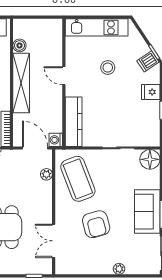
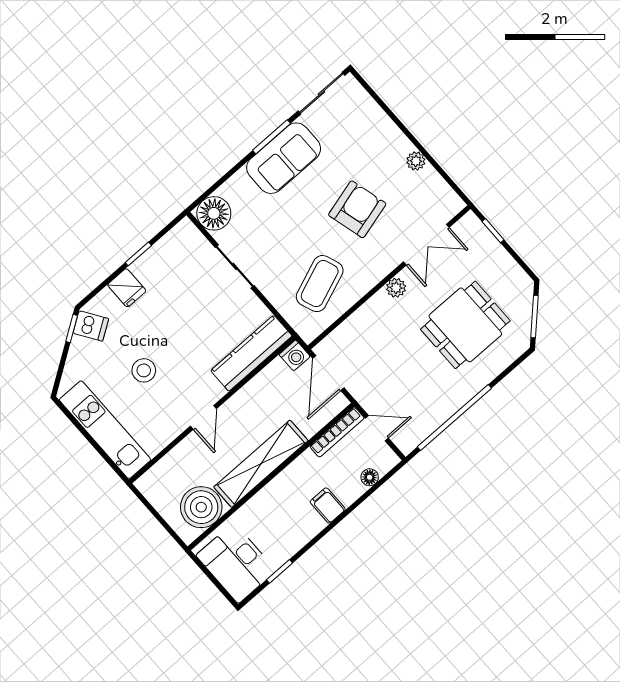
boiler: (19, 45) -> (201, 507), width x1.86, depth x1.86
plant: (46, 174) -> (396, 288), moved
coffee table: (78, 179) -> (320, 284), width x0.73, depth x0.76
plant: (119, 269) -> (416, 161), moved

